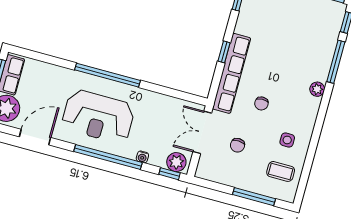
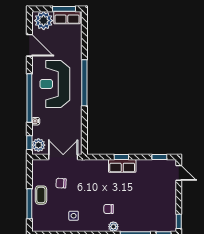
row of seats: (232, 73) -> (122, 166), width x0.50
chair: (261, 104) -> (109, 209), moved
coffee table: (281, 171) -> (41, 195), moved

